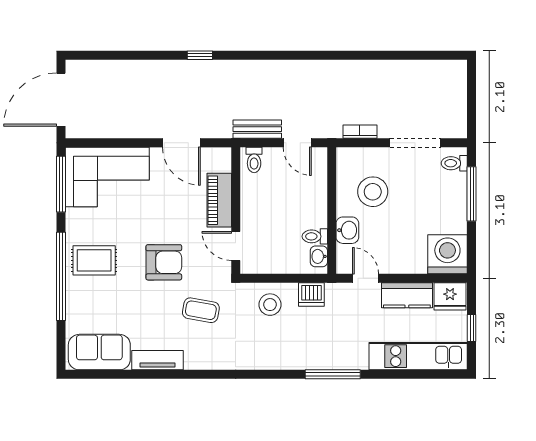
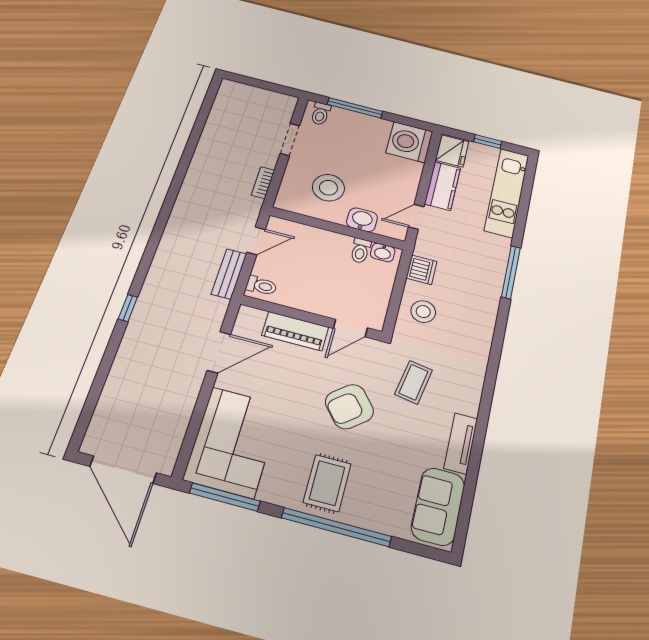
doorway: (415, 143) -> (290, 140), width x0.73
armchair: (164, 262) -> (349, 407), turned -130

